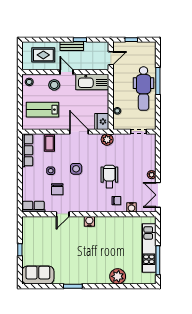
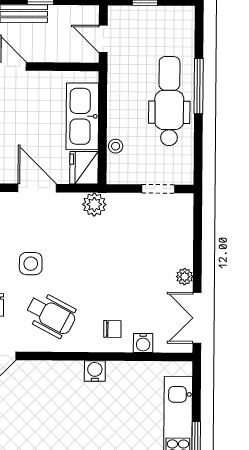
door: (111, 58) -> (103, 39), swing flipped
kitchen sink: (92, 82) -> (82, 116), moved, turned 90
dental chair: (144, 89) -> (169, 101), turned 180
wheelchair: (109, 177) -> (51, 315), moved, turned 118
water cooler: (89, 221) -> (95, 371), moved

